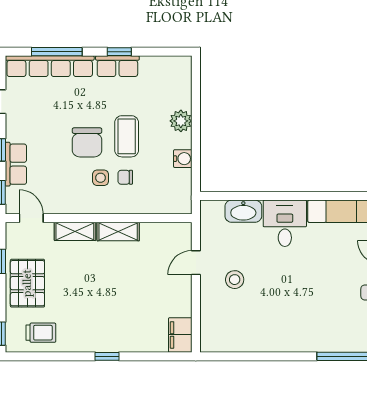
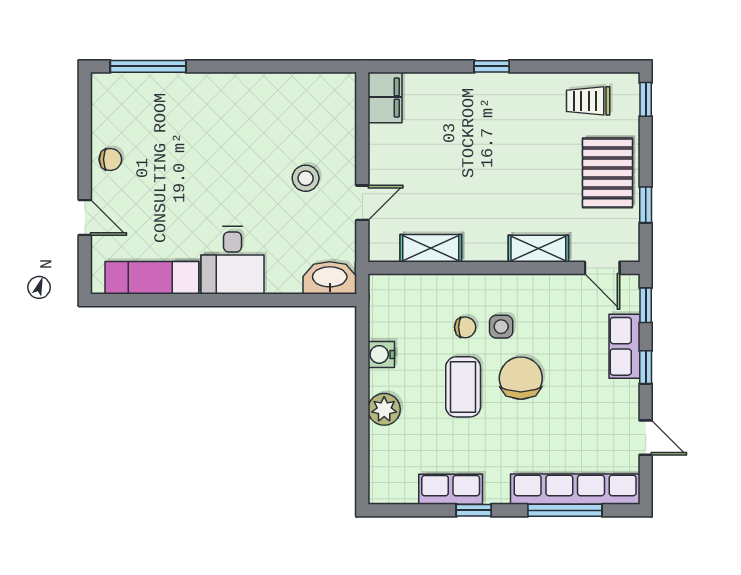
row of seats: (117, 66) -> (451, 489), moved
washbasin: (243, 211) -> (330, 278), moved
shelving: (118, 232) -> (431, 248), moved

